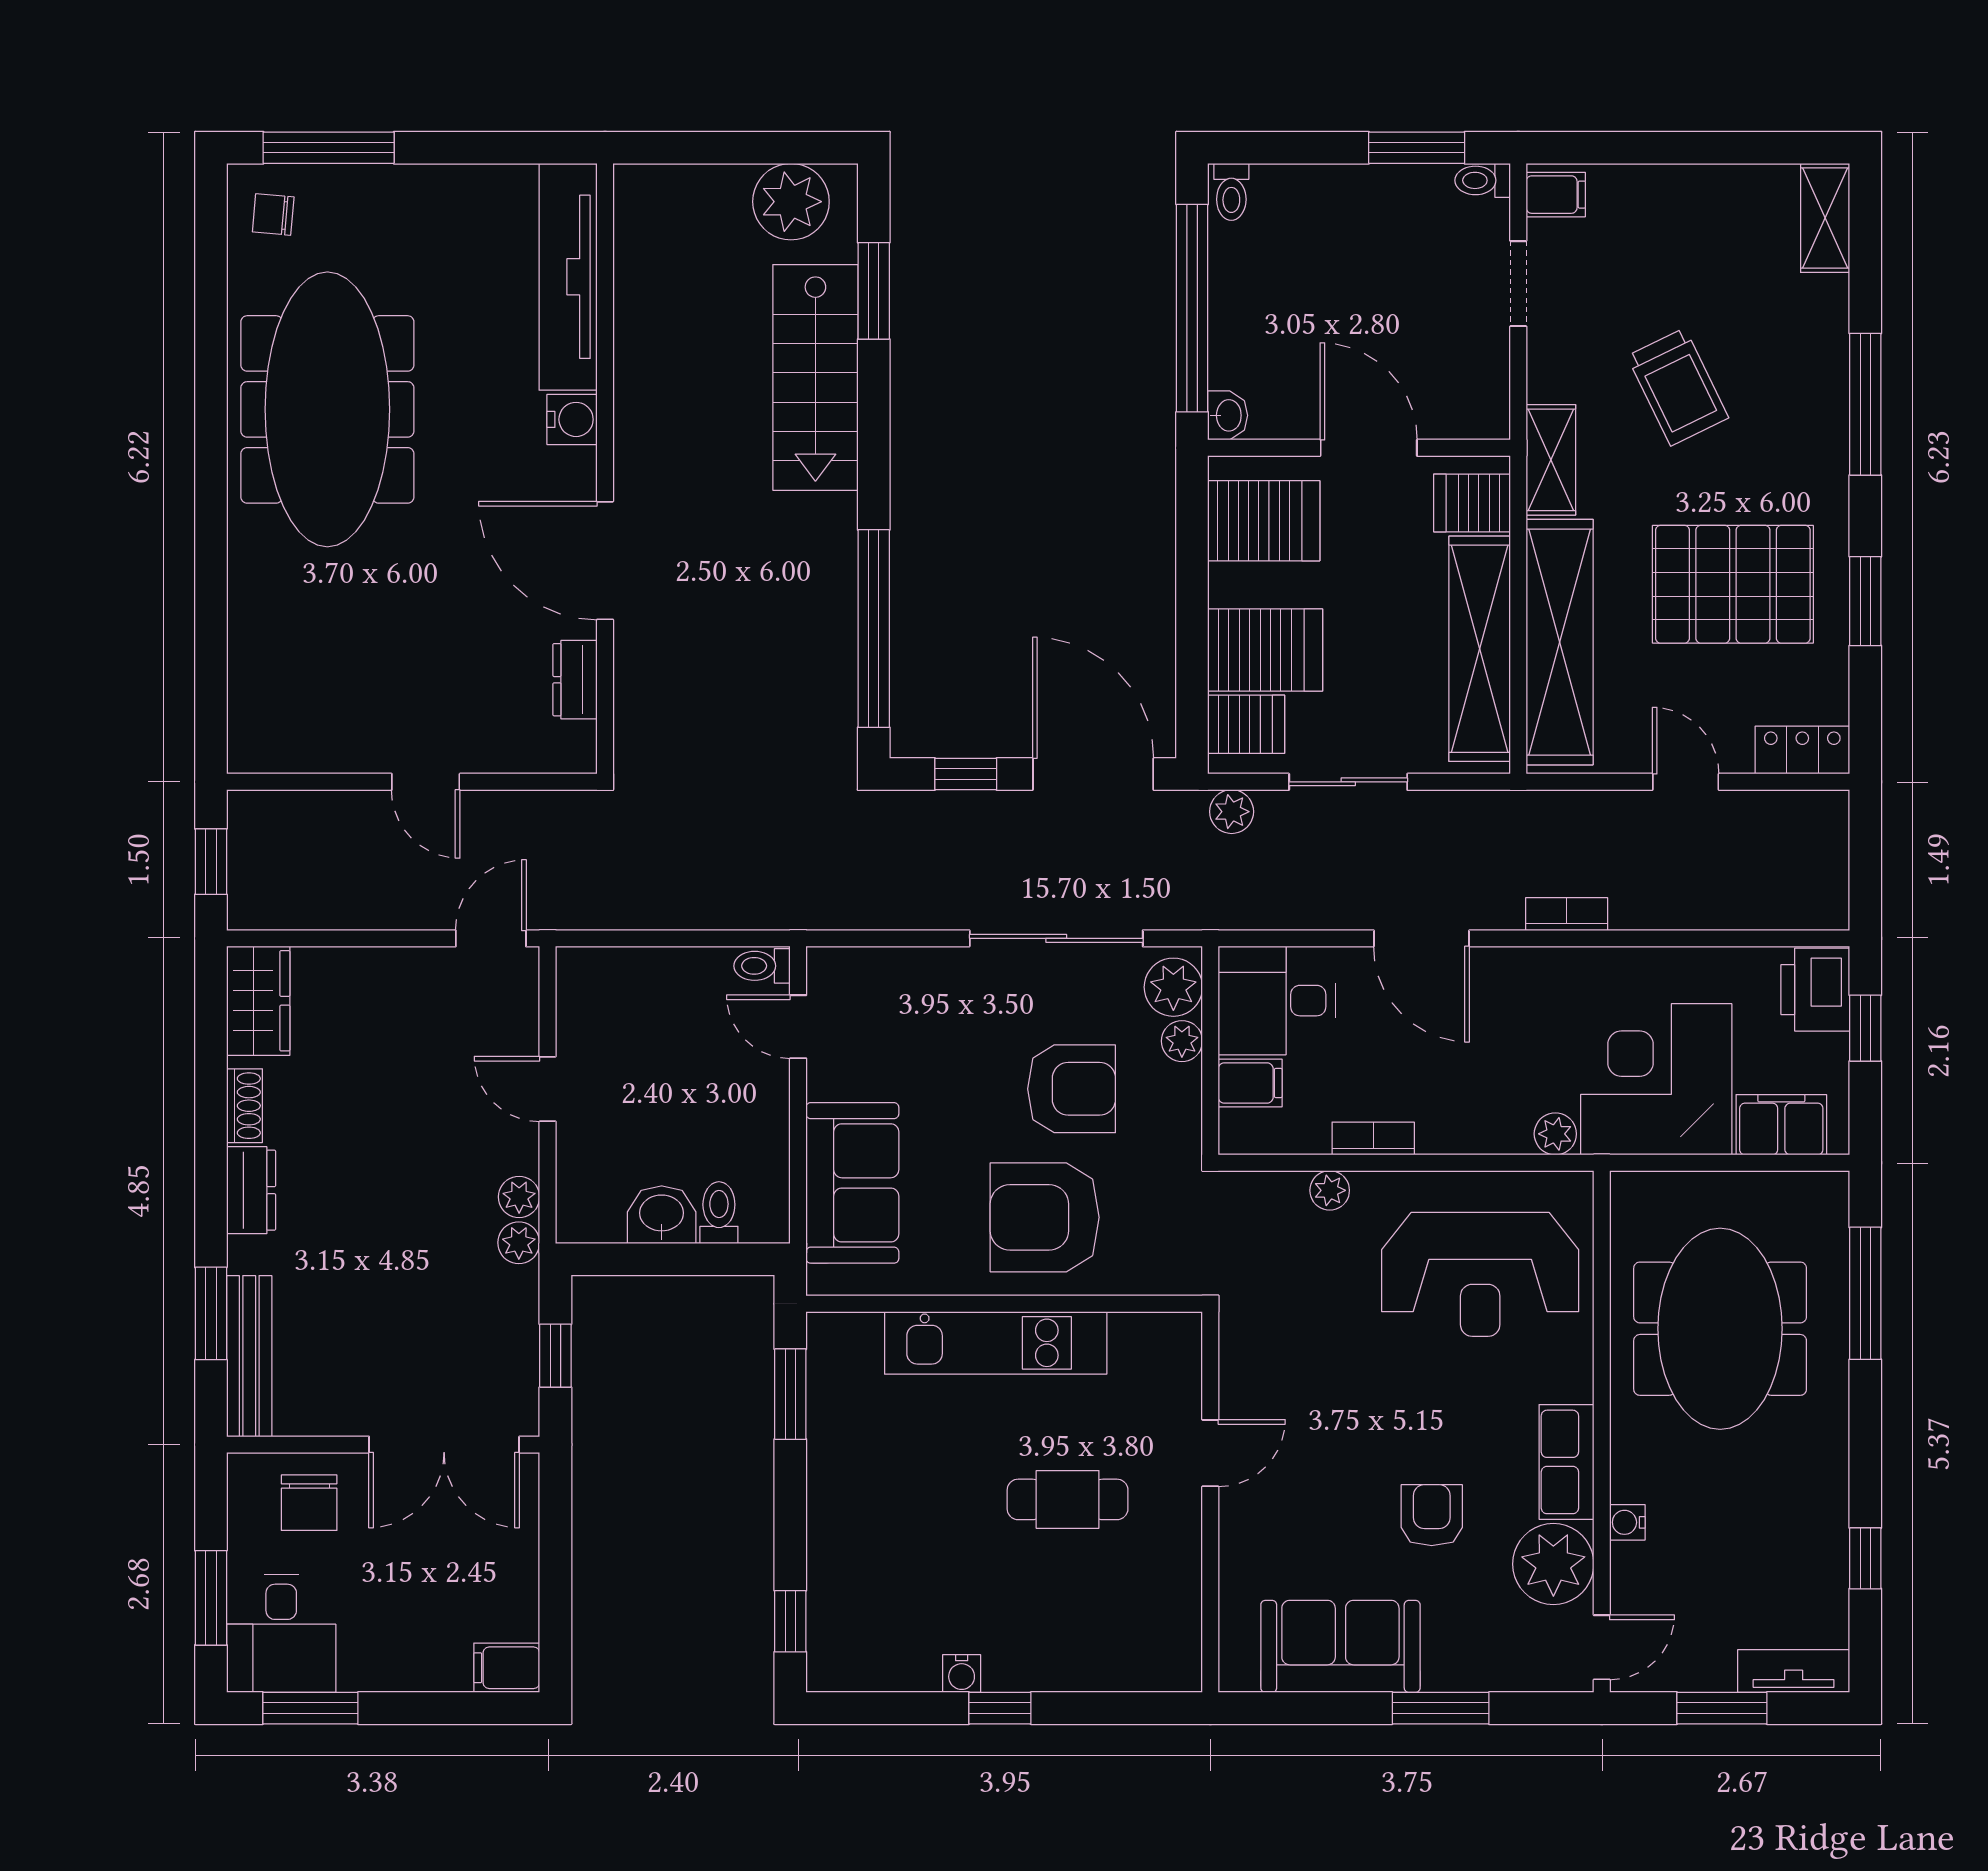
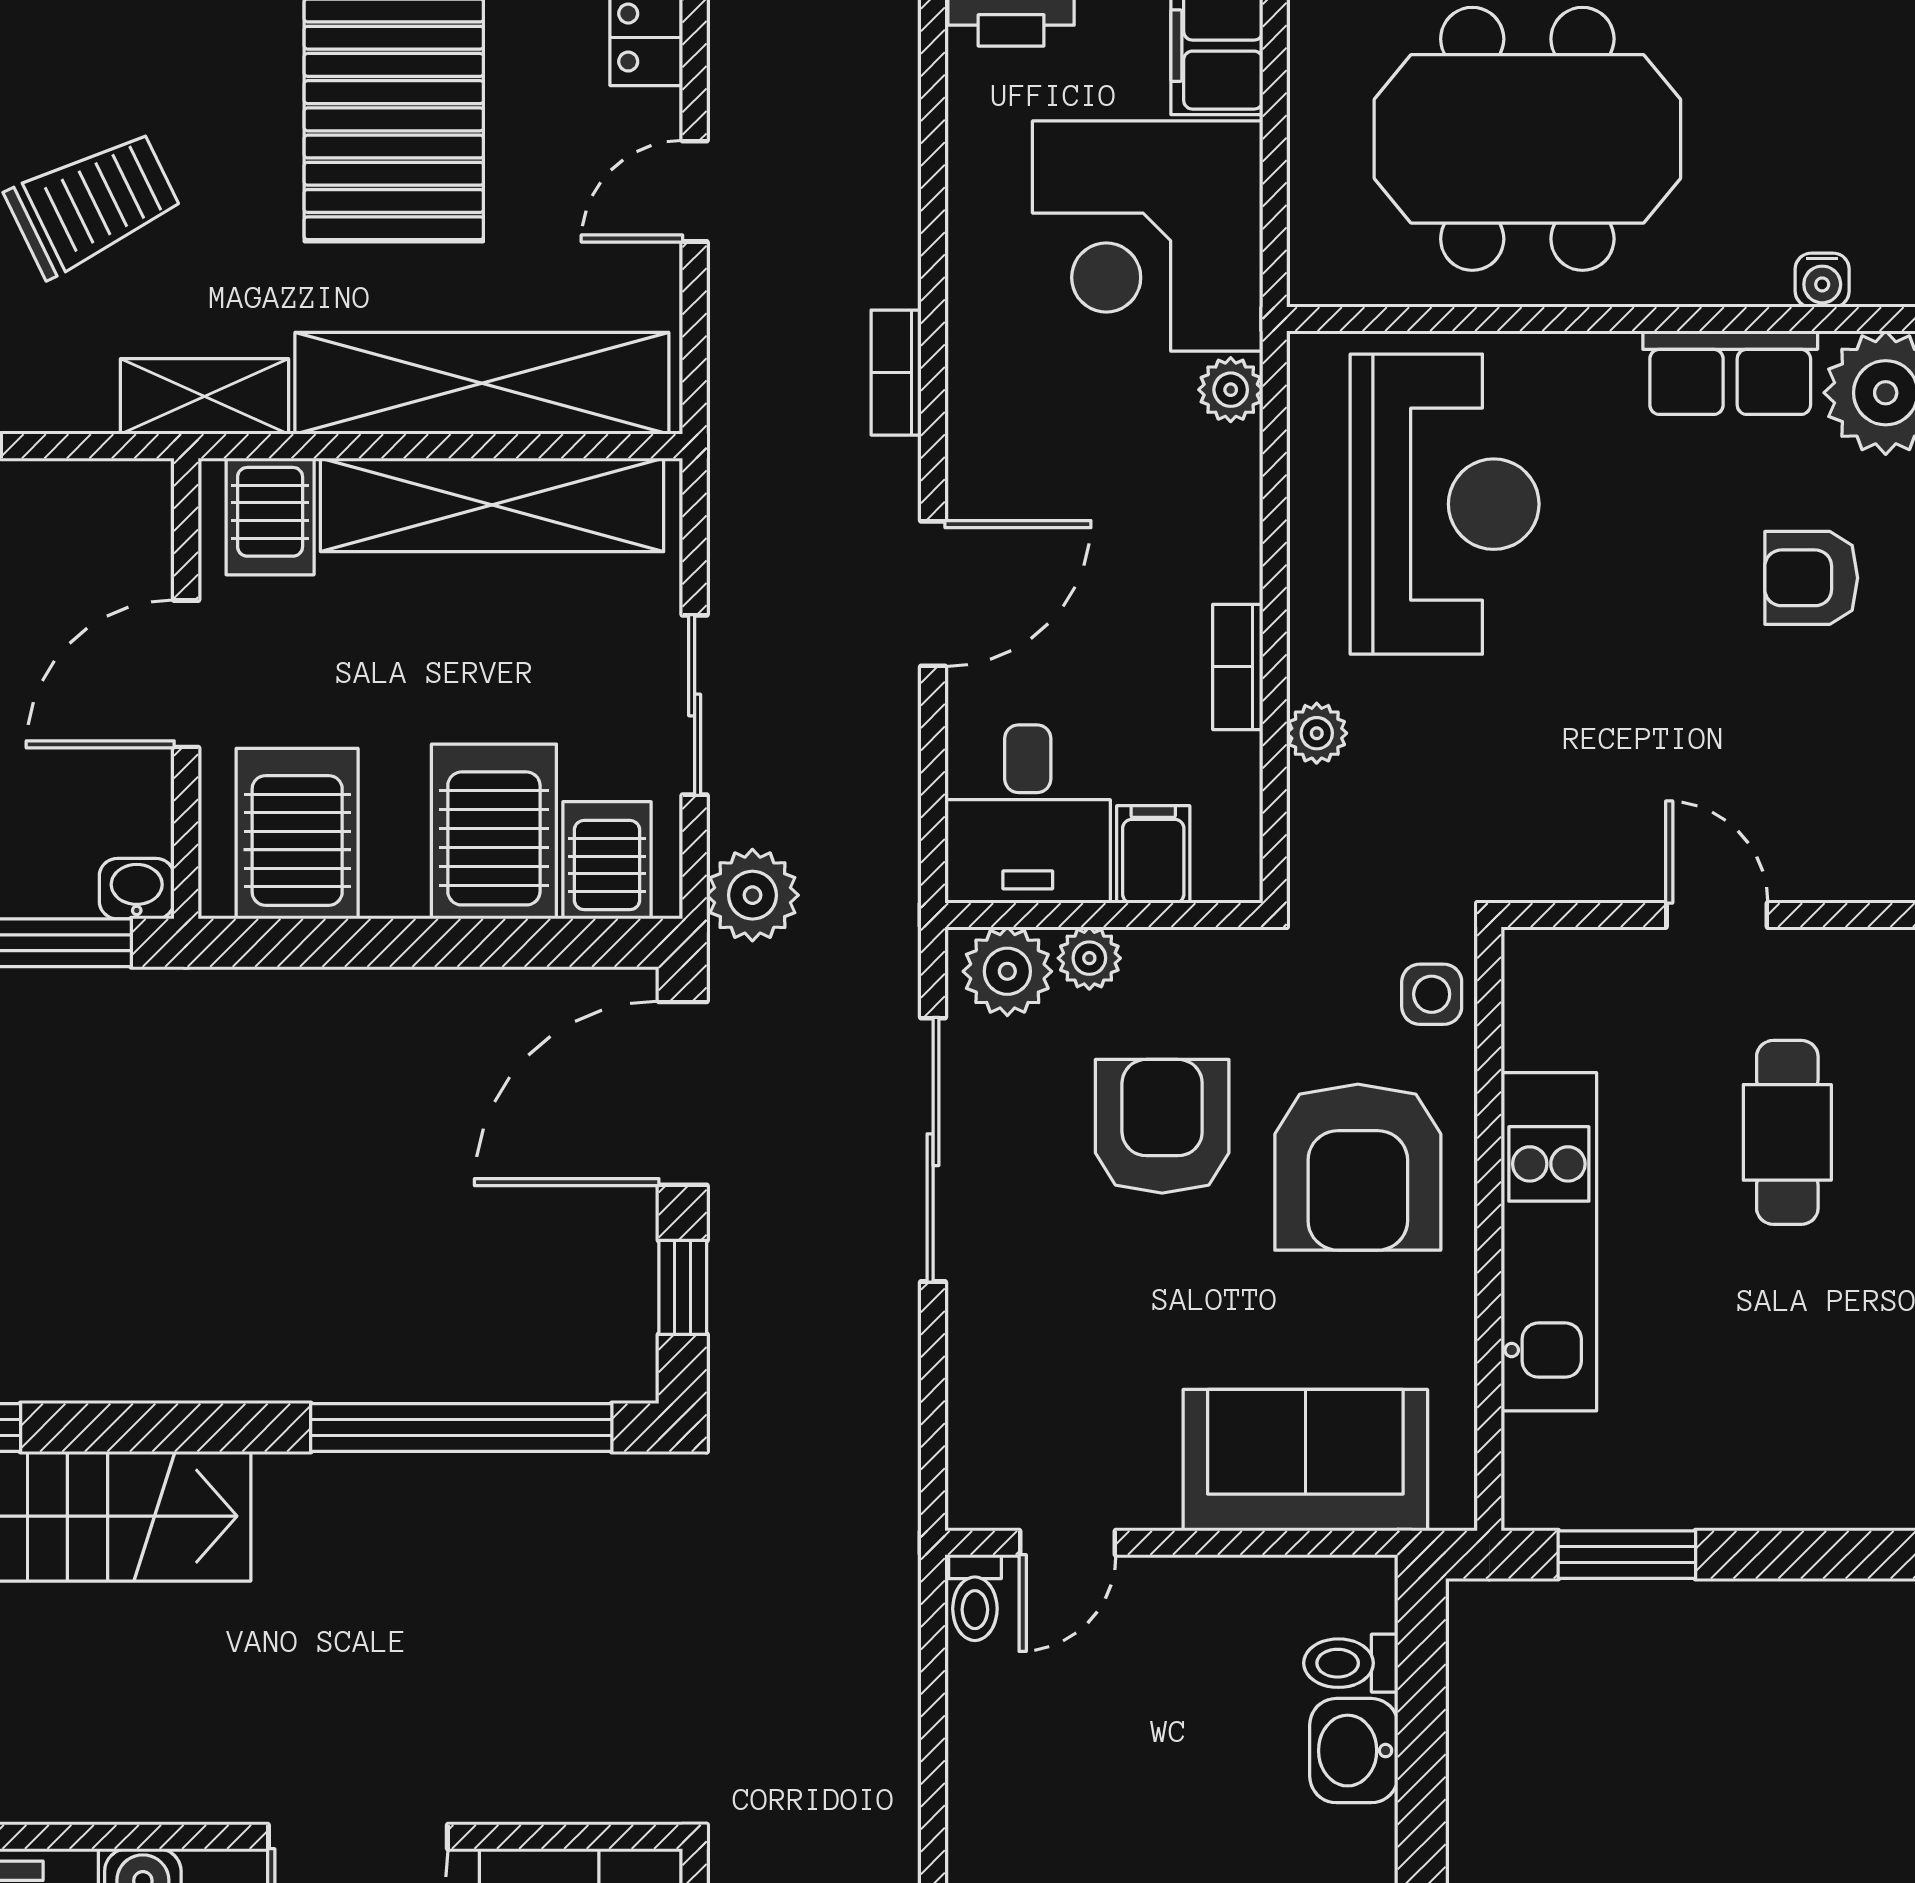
plant: (1232, 812) -> (752, 895), width x1.38, depth x1.38
side table: (1158, 1266) -> (1432, 994), added

